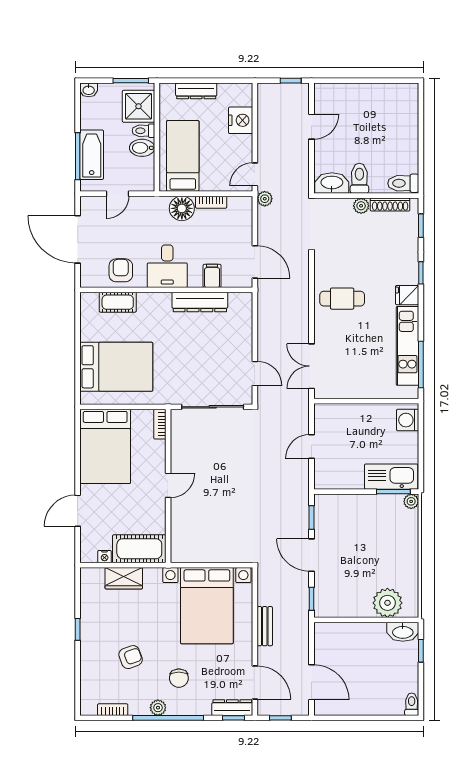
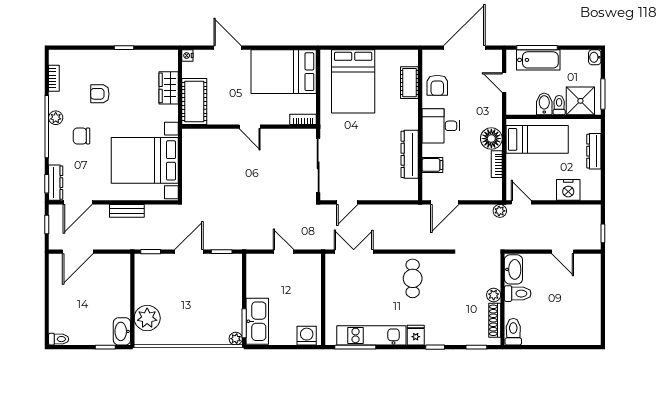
armchair: (121, 270) -> (437, 85), turned 90
nightstand: (105, 557) -> (187, 56), moved
armchair: (131, 657) -> (100, 94), turned 110

